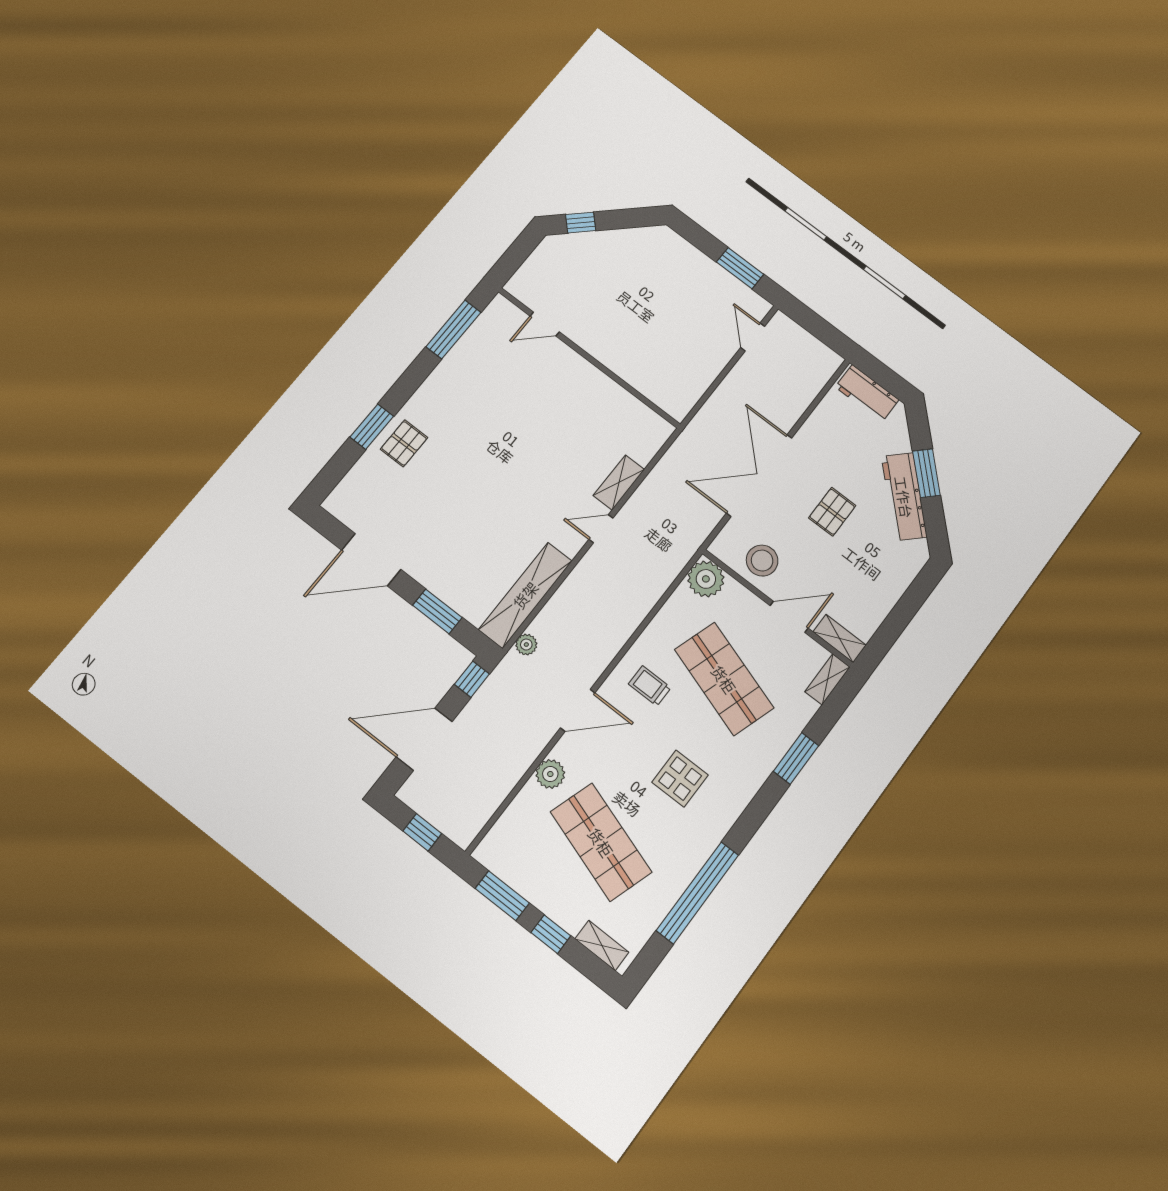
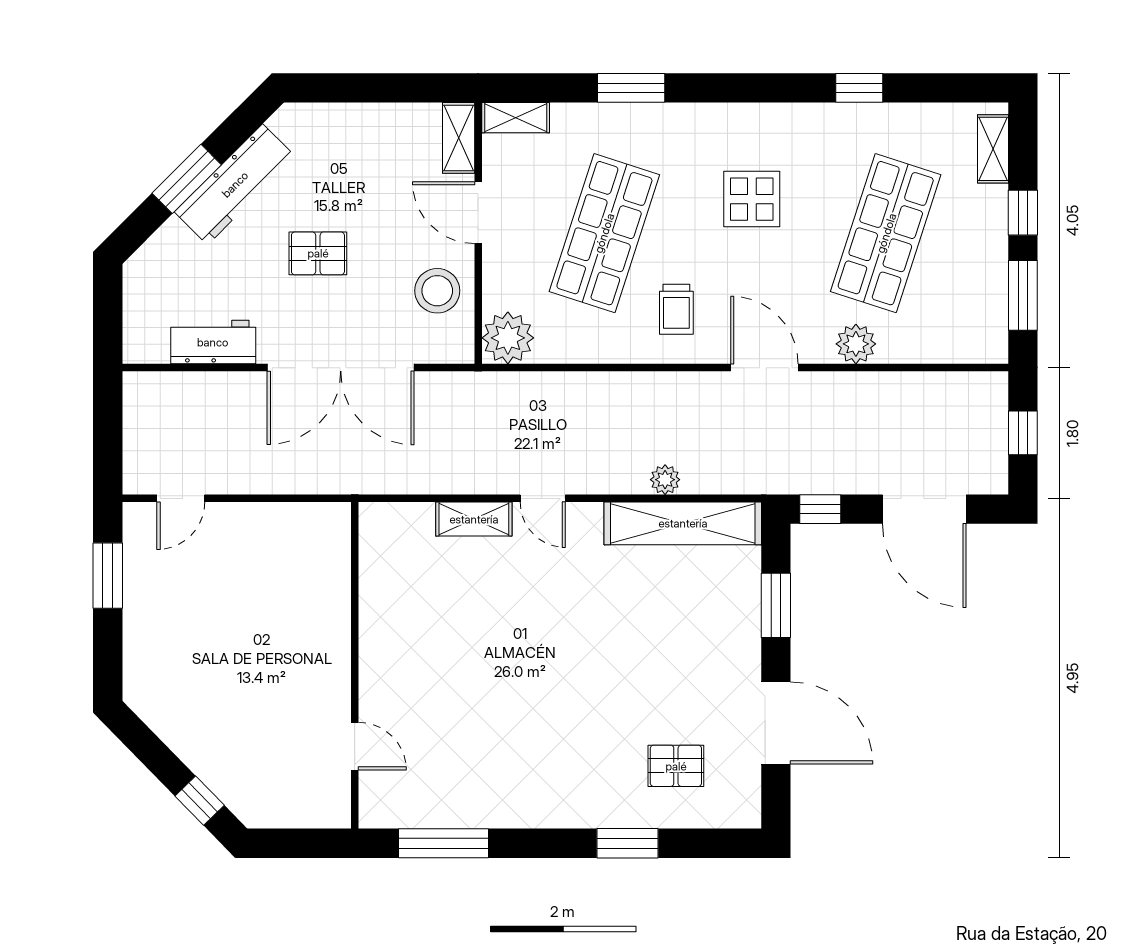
workbench: (867, 393) -> (213, 342), moved, turned -90
pallet: (404, 443) -> (676, 766), moved
plant: (526, 645) -> (665, 480), moved
window: (697, 893) -> (859, 88), width x0.32

